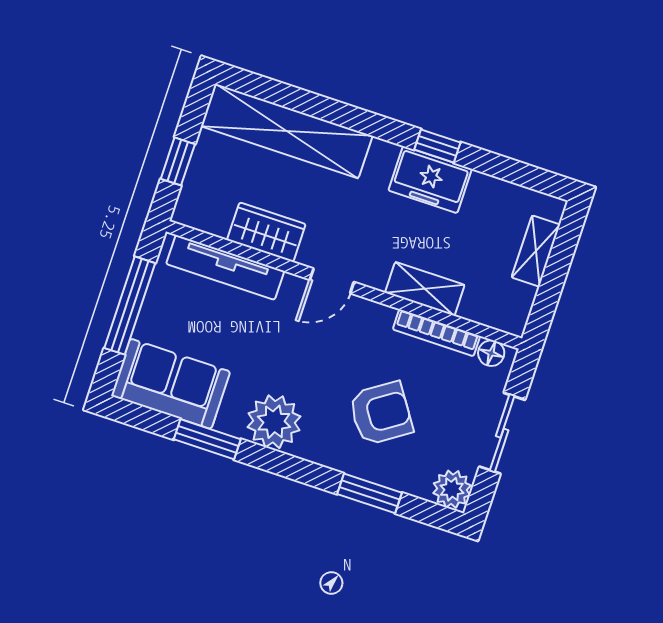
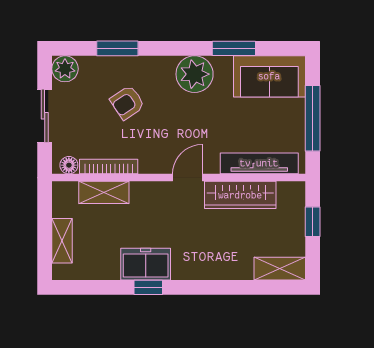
shelving: (287, 131) -> (280, 269), width x0.45, depth x0.75
wardrobe: (266, 232) -> (240, 195), width x1.50
shelving: (425, 289) -> (104, 192), moved
armchair: (381, 413) -> (127, 103), width x0.72, depth x0.72

